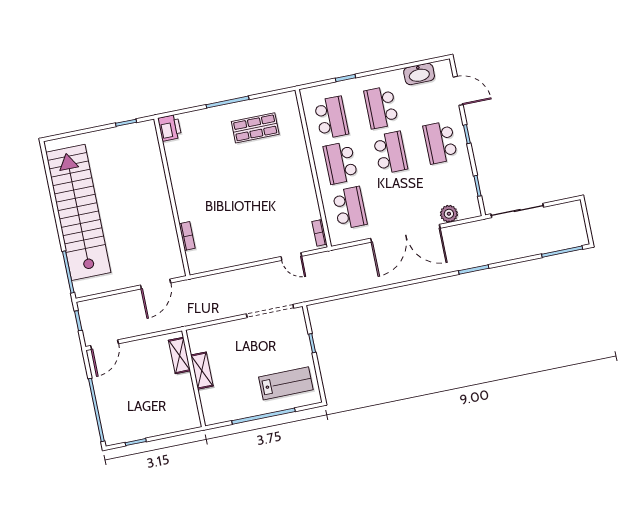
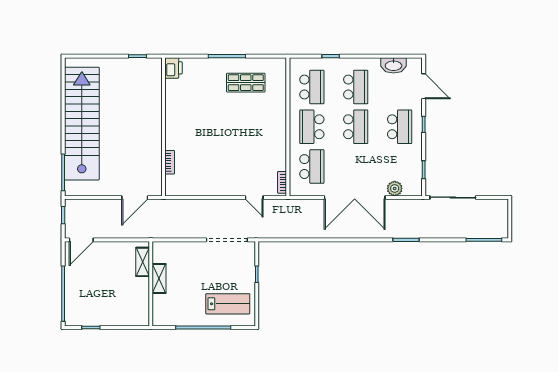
school desk: (381, 107) -> (356, 87), turned 180
school desk: (440, 142) -> (400, 127), turned 180

